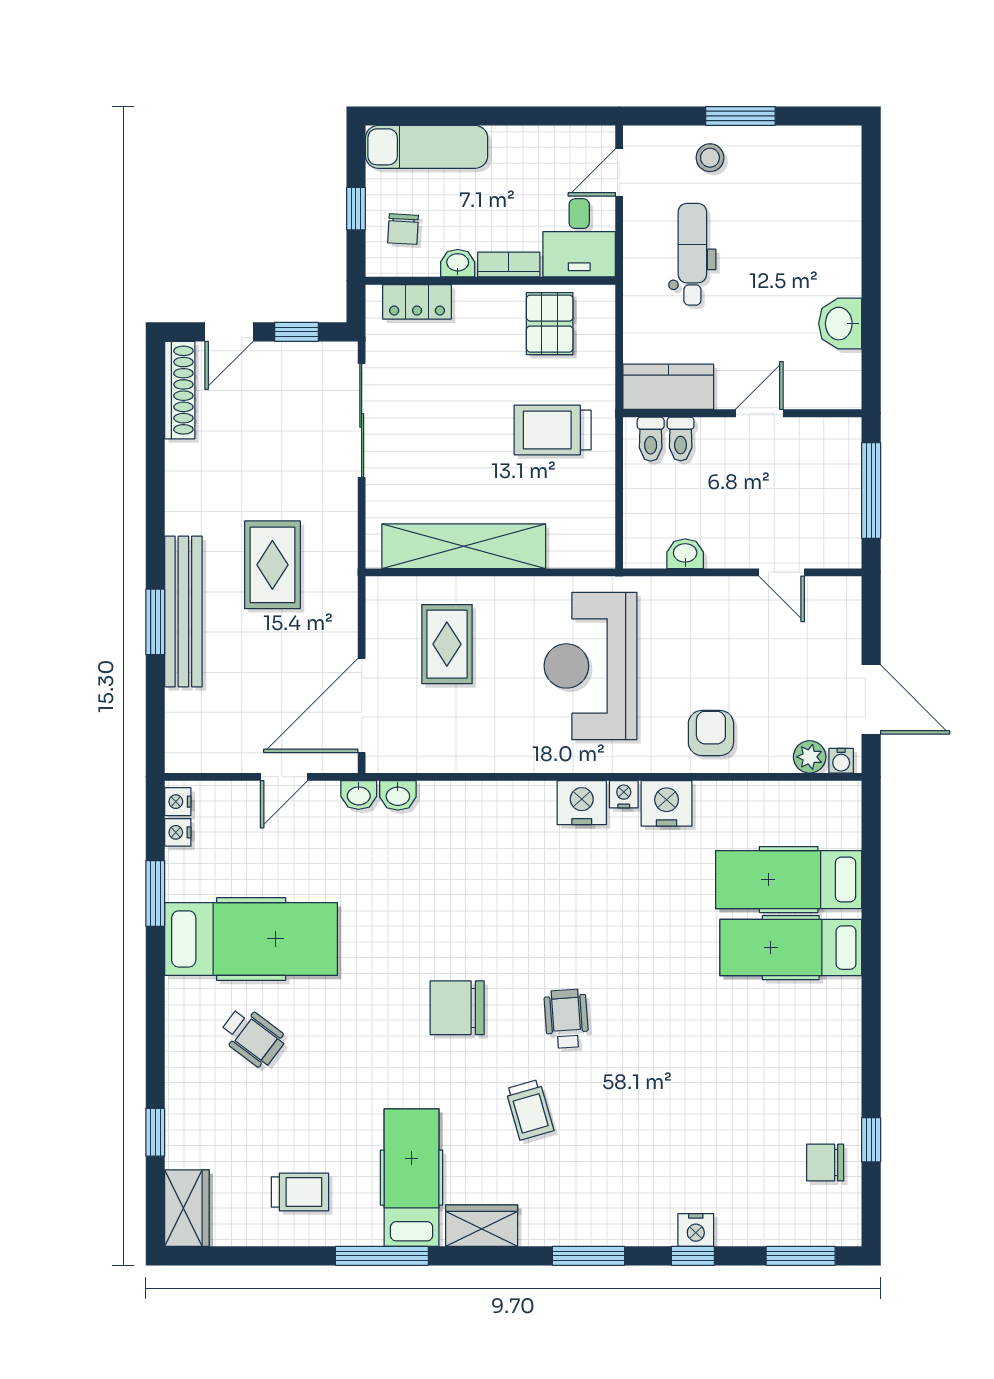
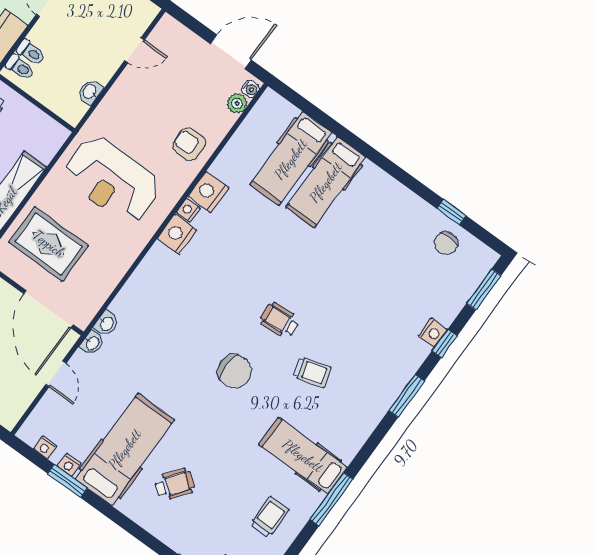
rug: (447, 644) -> (49, 244), width x1.36, depth x1.43
nightstand: (178, 802) -> (69, 465), moved
chair: (457, 1008) -> (234, 371), turned -90
wardrobe: (482, 1226) -> (352, 438), removed

